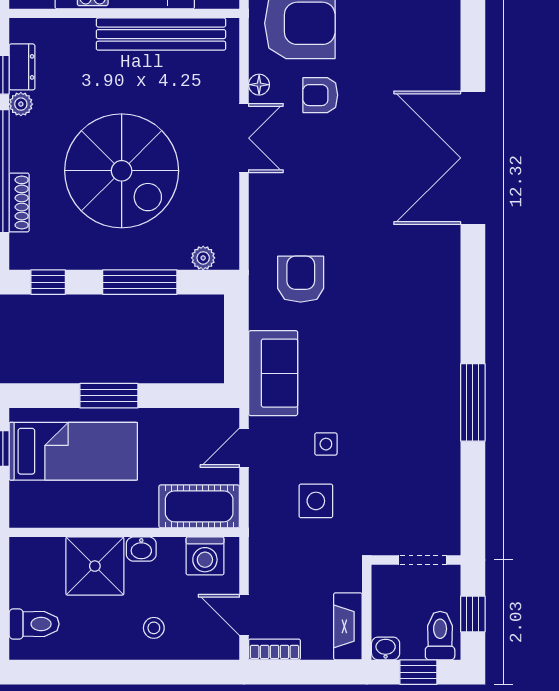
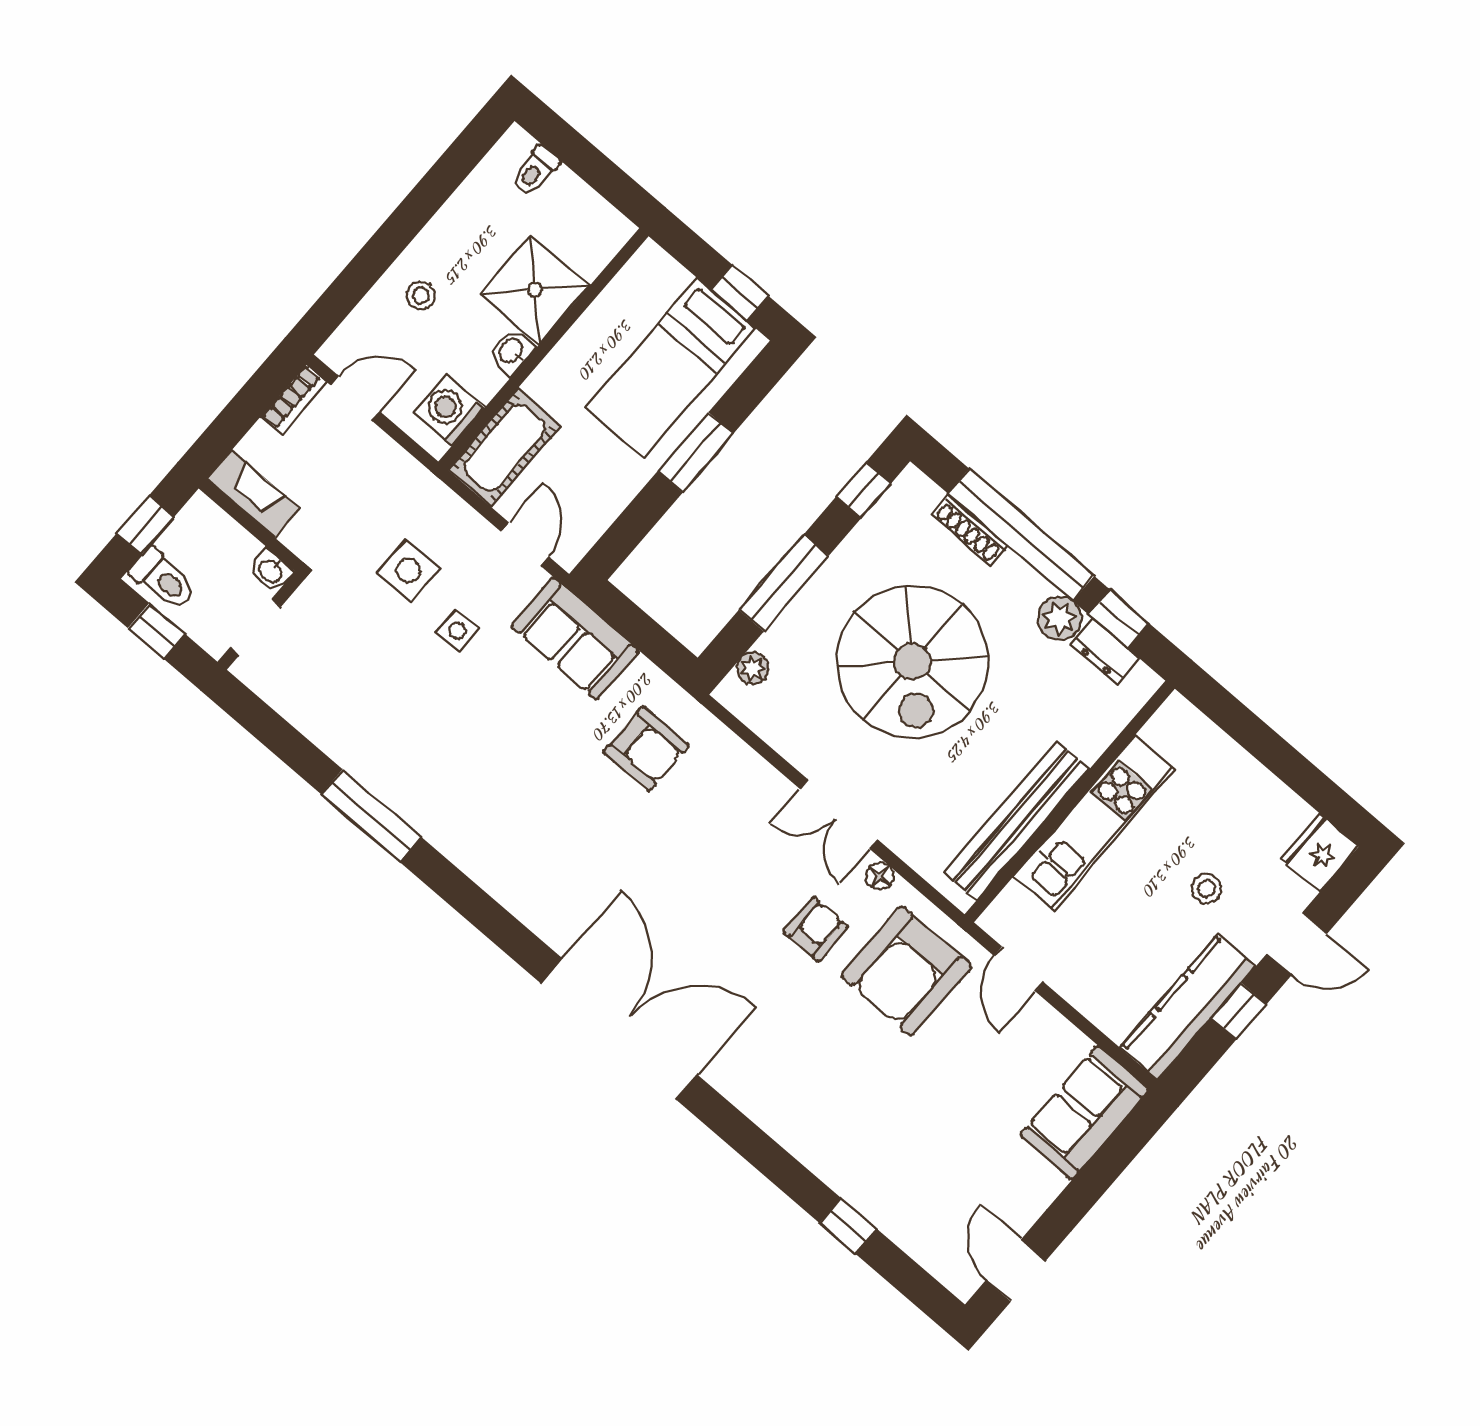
plant: (21, 104) -> (1060, 618), width x1.38, depth x1.38
spiral stairs: (122, 171) -> (912, 662), turned -90
toilet: (34, 624) -> (535, 170), width x0.73, depth x0.72
washbasin: (386, 648) -> (271, 571), moved, turned 90

